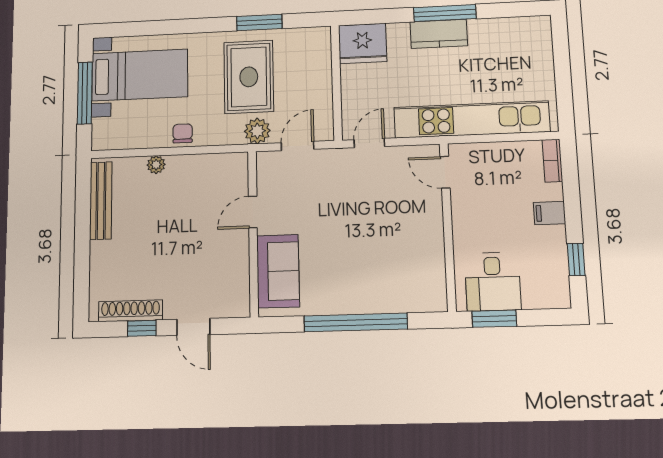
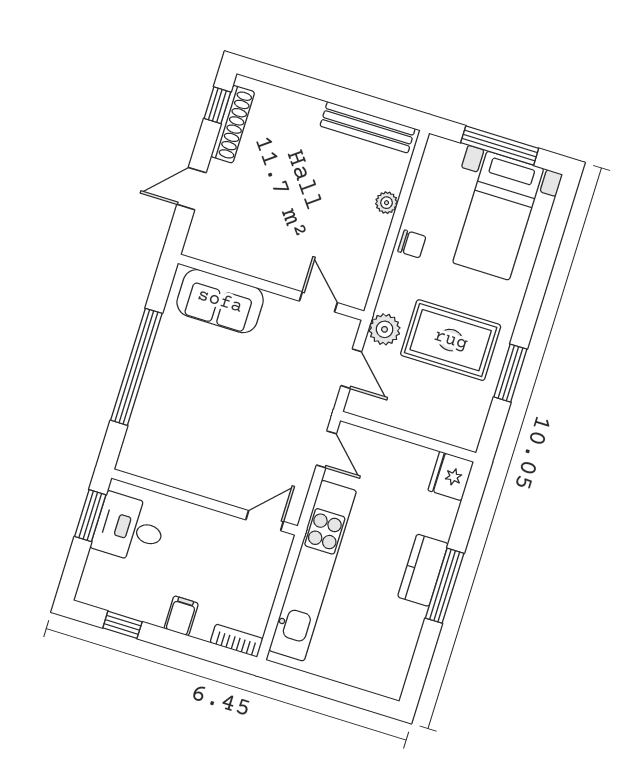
fridge: (362, 44) -> (451, 476), width x0.73, depth x0.75
door: (253, 212) -> (318, 302), moved
window: (142, 328) -> (217, 105), moved

